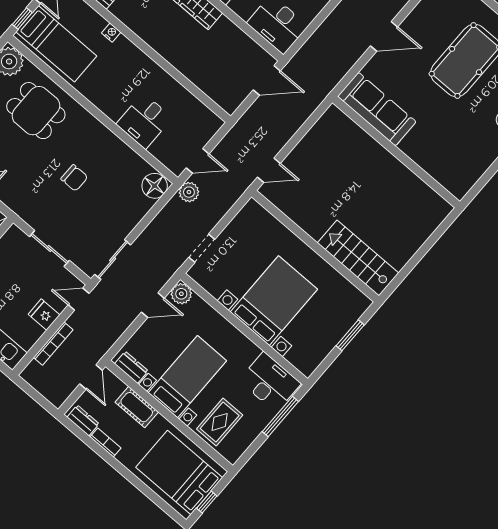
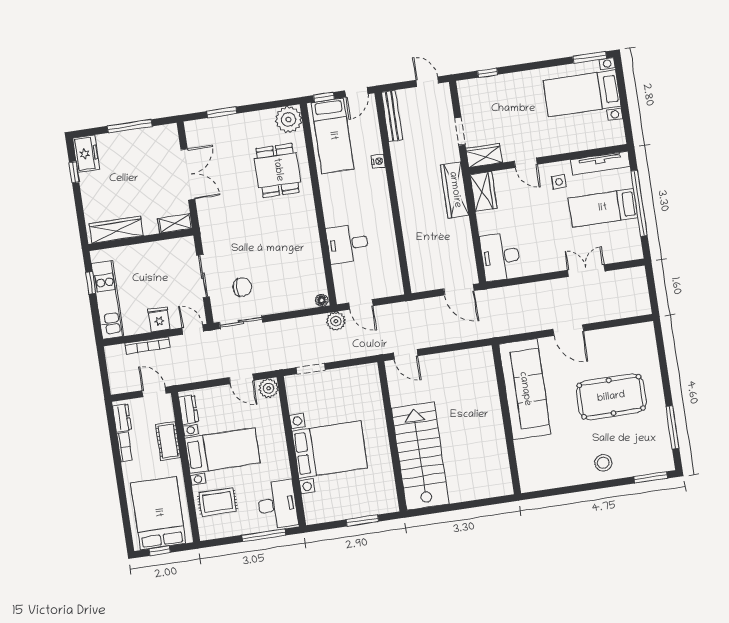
sofa: (377, 109) -> (525, 389), width x1.36, depth x1.27
chair: (74, 178) -> (242, 287), moved, turned -90
floor lamp: (155, 186) -> (322, 300), width x0.53, depth x0.53
stairs: (358, 258) -> (420, 456), width x1.36, depth x1.51
door: (91, 377) -> (154, 392), swing flipped

